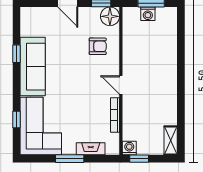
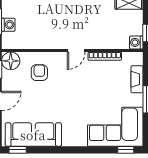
window: (17, 54) -> (18, 150), moved
sofa: (33, 67) -> (33, 135), moved
window: (17, 119) -> (126, 150), moved

